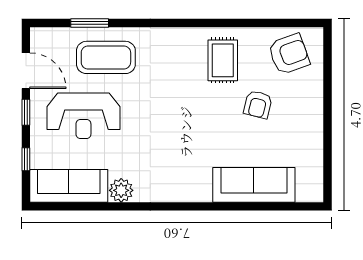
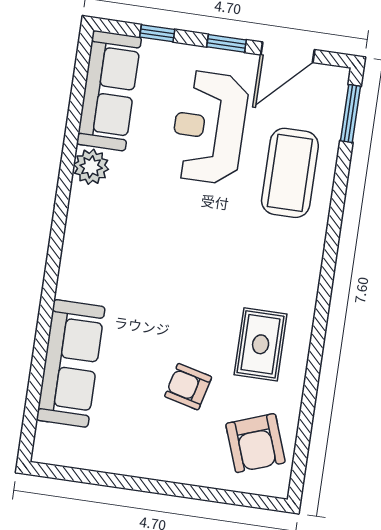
window: (90, 23) -> (350, 113), moved
rug: (223, 60) -> (261, 344), turned 90

